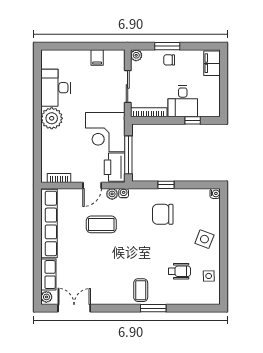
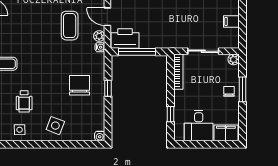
desk: (183, 101) -> (199, 126), moved, turned -90
corner desk: (105, 132) -> (159, 29), removed

